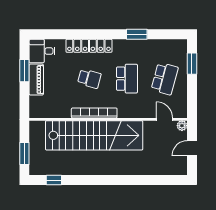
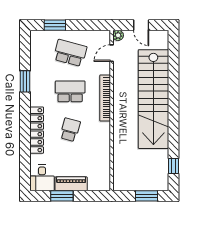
bookcase: (94, 113) -> (105, 98), moved
stairs: (94, 135) -> (153, 99), moved, turned 180

